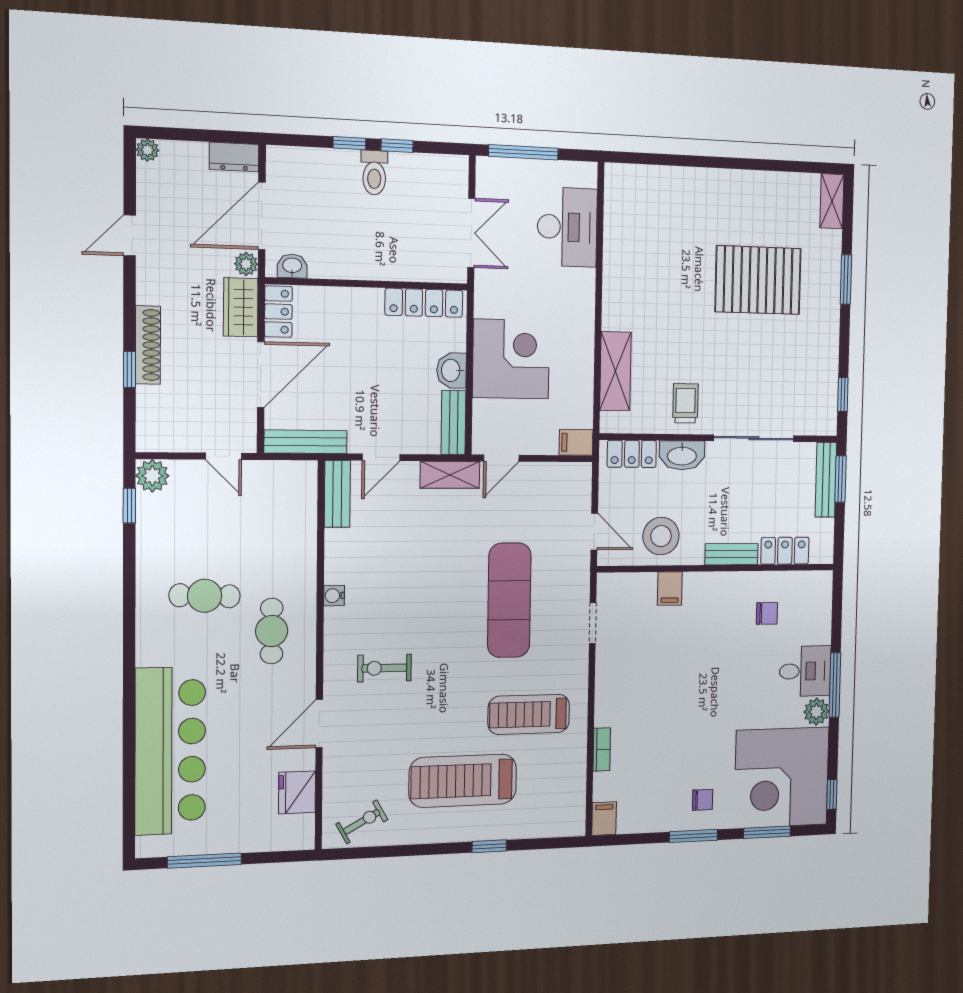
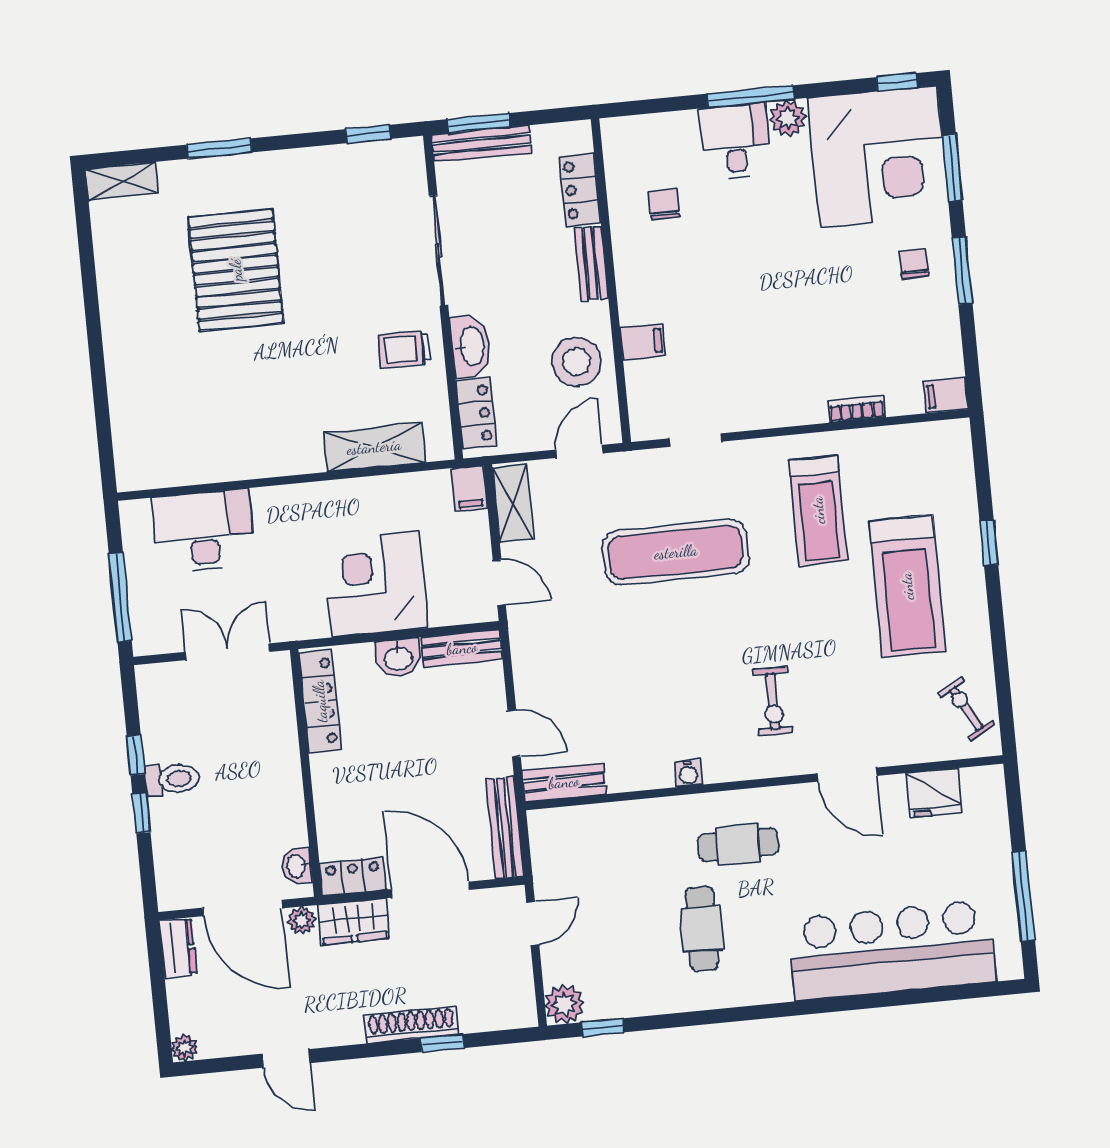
shelving: (450, 475) -> (513, 503), moved

